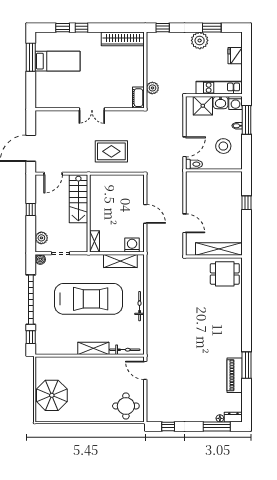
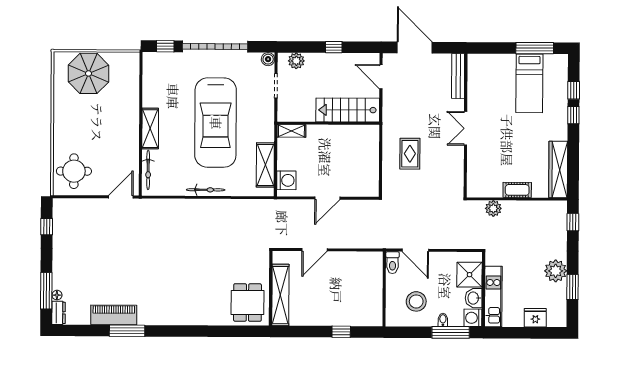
cot: (138, 98) -> (517, 190), moved
bench: (52, 115) -> (458, 76), added
rug: (111, 151) -> (410, 154), width x0.73, depth x0.70

